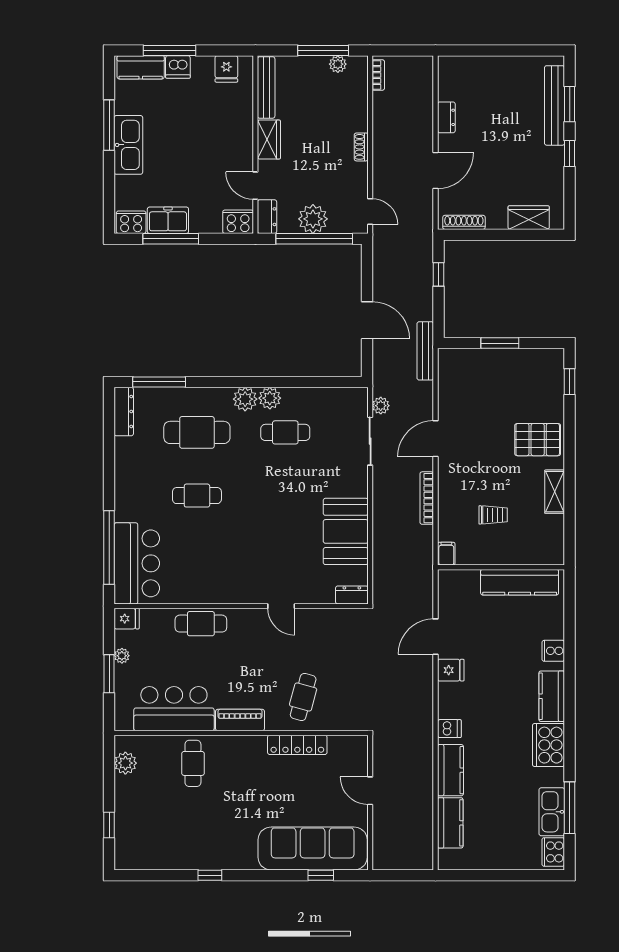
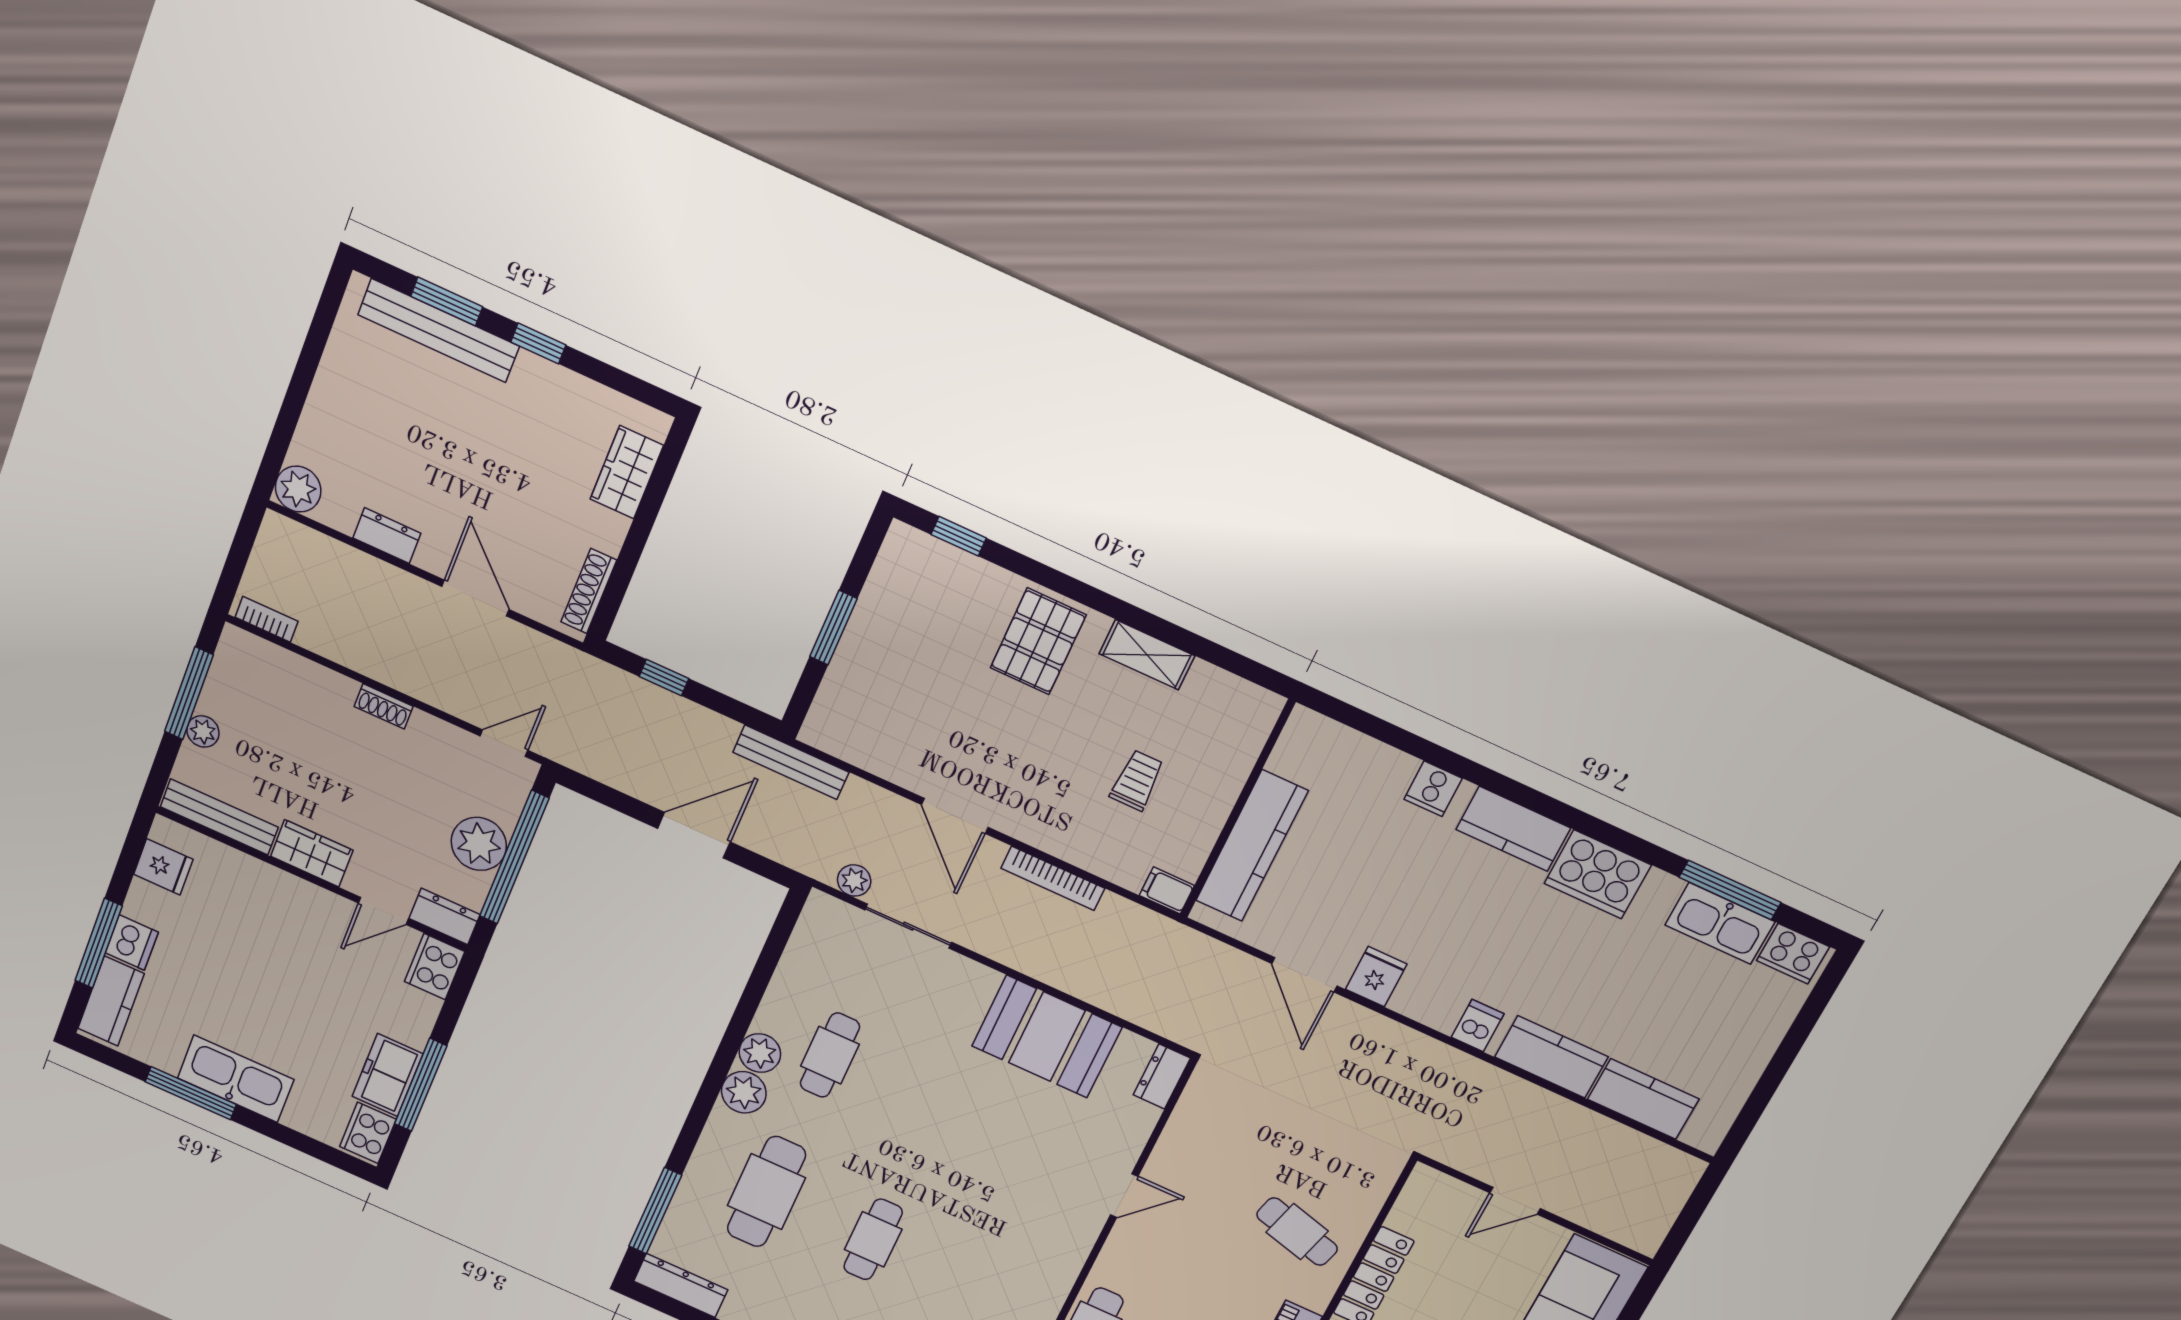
plant: (338, 64) -> (203, 731), moved
plant: (449, 67) -> (298, 489), added
kitchen counter: (520, 582) -> (1252, 846), moved

